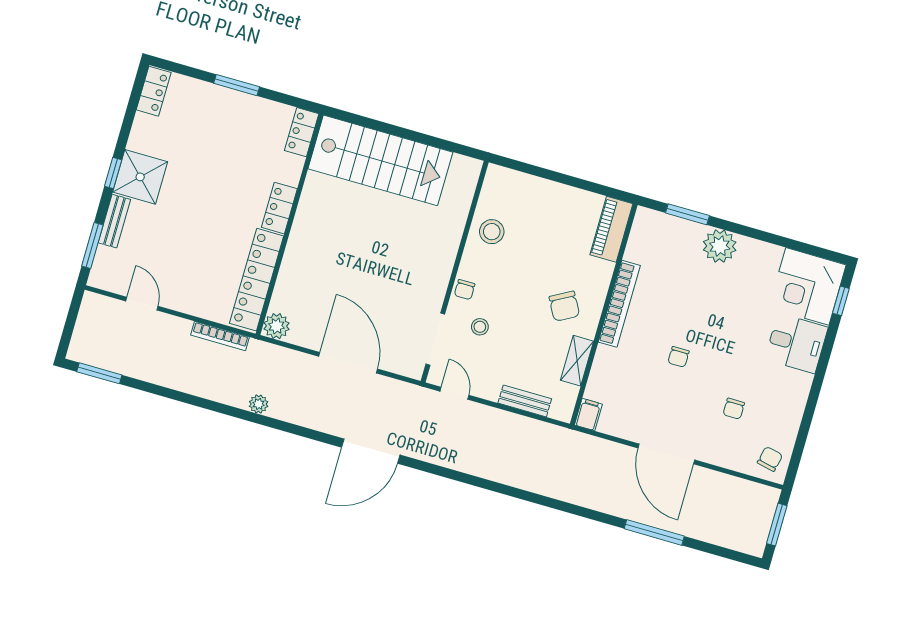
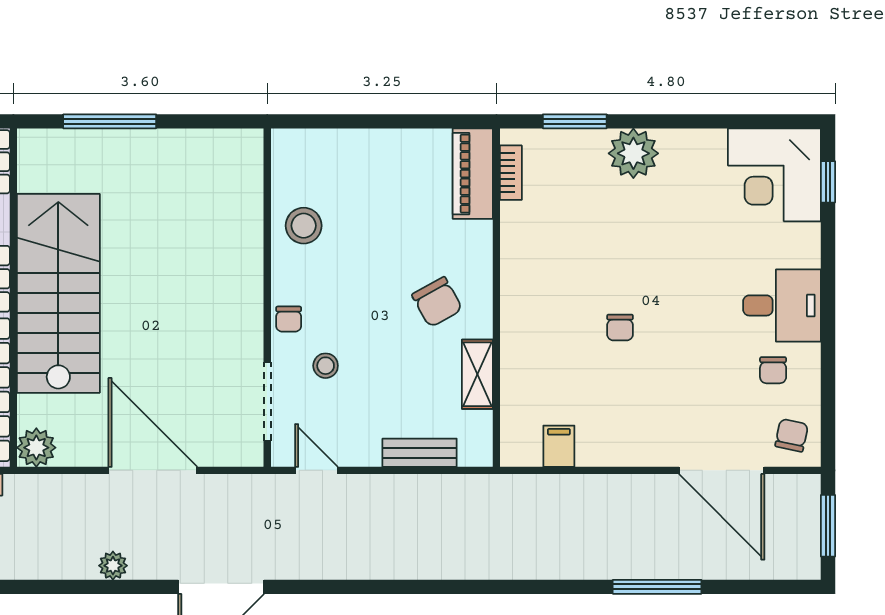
window: (385, 128) -> (110, 121), added
stairs: (380, 160) -> (58, 293), moved, turned -90
bookcase: (619, 304) -> (511, 173), moved, width x0.43, depth x0.76
desk: (796, 343) -> (782, 305), moved
plant: (259, 404) -> (113, 566), moved
chair: (734, 409) -> (773, 370), moved
filing cabinet: (588, 415) -> (559, 446), moved
door: (666, 454) -> (722, 470), moved

